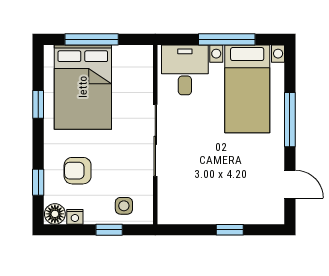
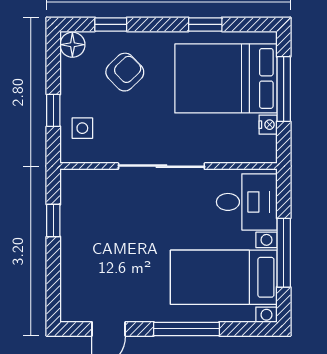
armchair: (78, 171) -> (125, 72), turned 46
nightstand: (75, 217) -> (268, 125), moved, turned 180
window: (230, 230) -> (53, 221), moved

